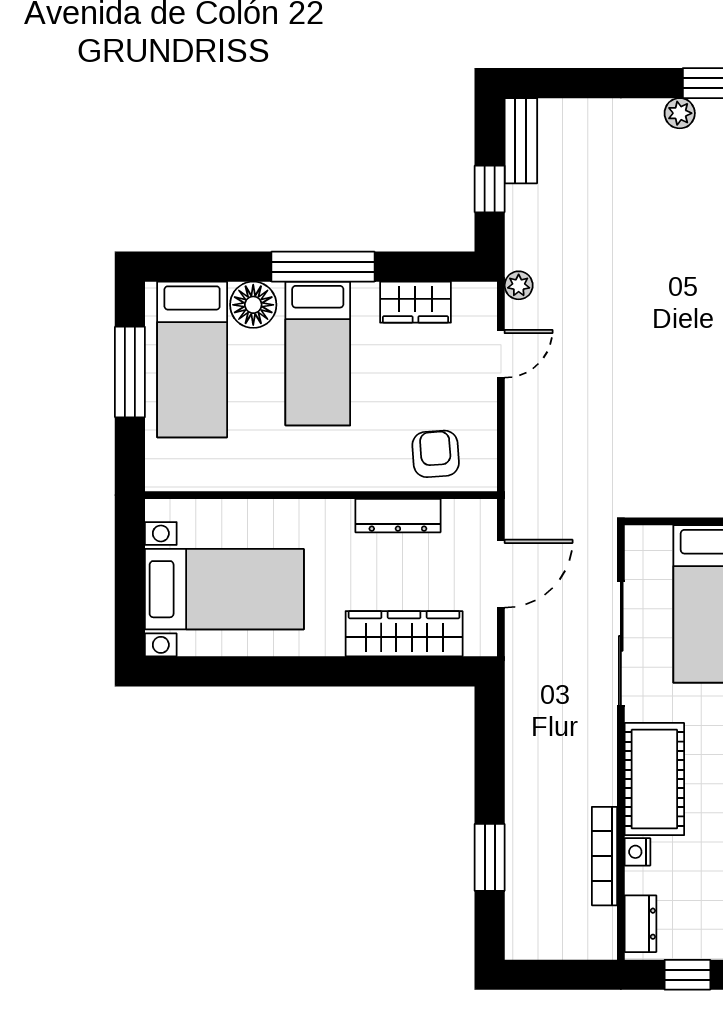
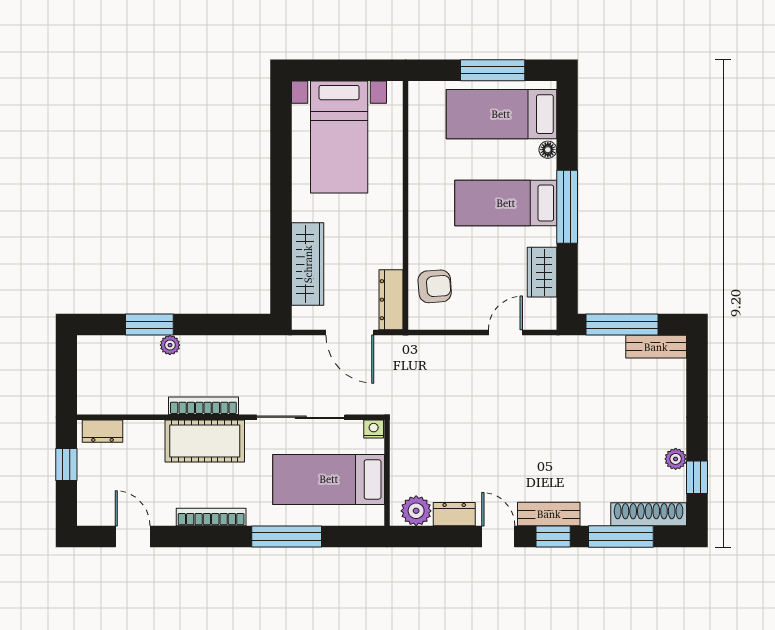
window: (490, 189) -> (622, 325), width x2.17
plant: (519, 285) -> (170, 345), moved
floor lamp: (253, 305) -> (548, 150), width x0.53, depth x0.53
door: (501, 354) -> (505, 332), swing flipped
dresser: (398, 516) -> (391, 300), moved
nightstand: (637, 852) -> (374, 429), moved
bookcase: (604, 856) -> (203, 406), moved

